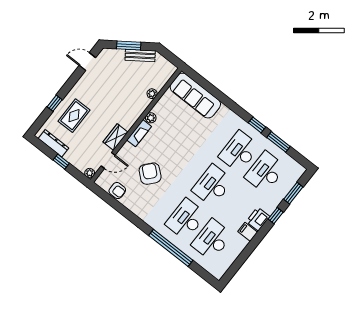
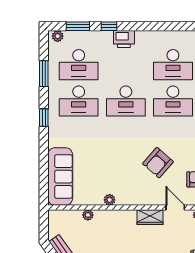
window: (257, 125) -> (44, 118), moved
fireplace: (139, 133) -> (131, 199), removed
plant: (298, 173) -> (58, 36), added
filing cabinet: (248, 232) -> (142, 39), removed

